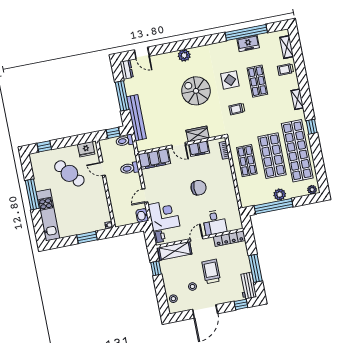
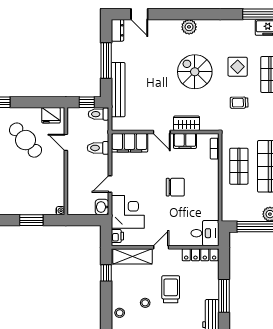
desk: (215, 223) -> (205, 233), moved, turned -90

